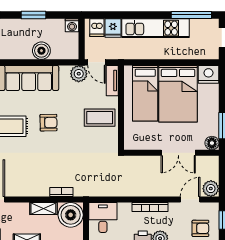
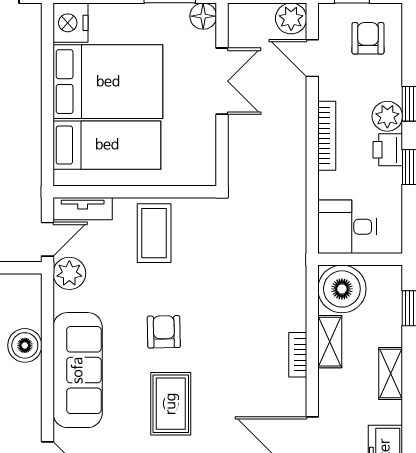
bookcase: (61, 192) -> (298, 355), moved

